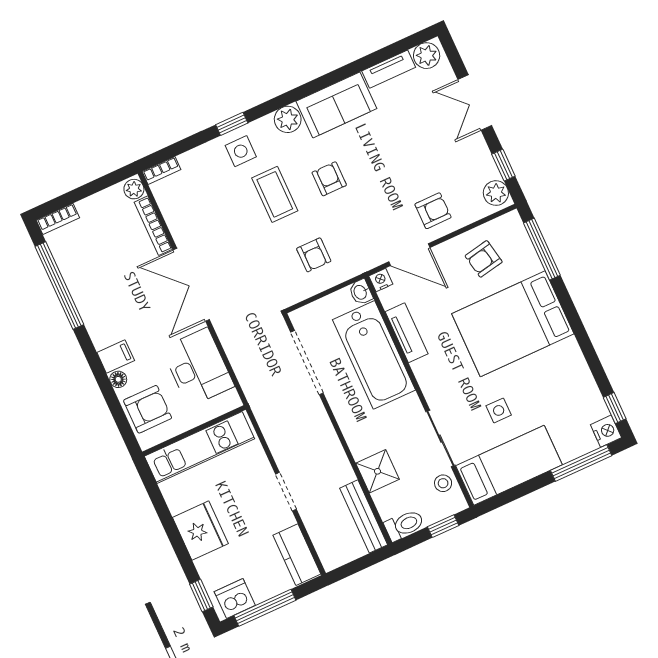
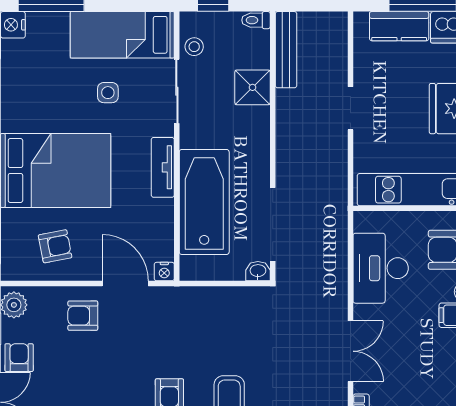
armchair: (314, 255) -> (19, 358), moved
double door: (191, 285) -> (350, 351), width x0.73
washbasin: (361, 292) -> (258, 271), moved, turned -90
tv unit: (407, 333) -> (163, 167), moved
toilet: (404, 525) -> (256, 20), width x0.73, depth x0.72
kitchen counter: (297, 555) -> (399, 26), moved, turned 90

